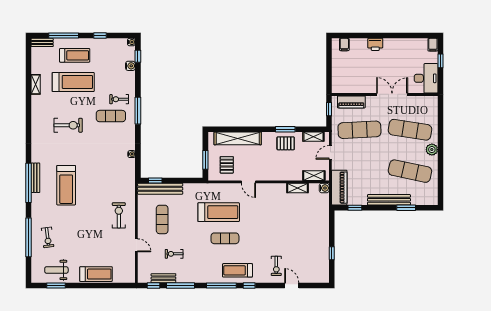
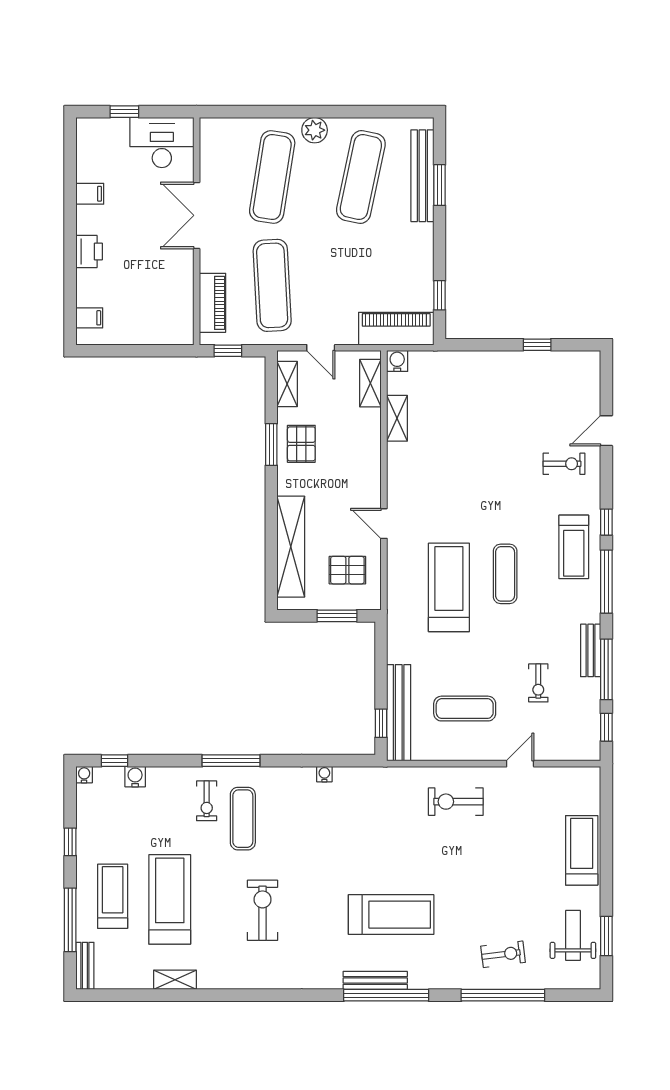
filing cabinet: (433, 45) -> (90, 194), moved
door: (248, 182) -> (384, 524), swing flipped
bench: (389, 200) -> (422, 176), moved
weight bench: (56, 270) -> (573, 935), turned 180
bench: (163, 278) -> (591, 650), moved

